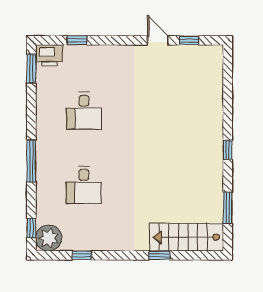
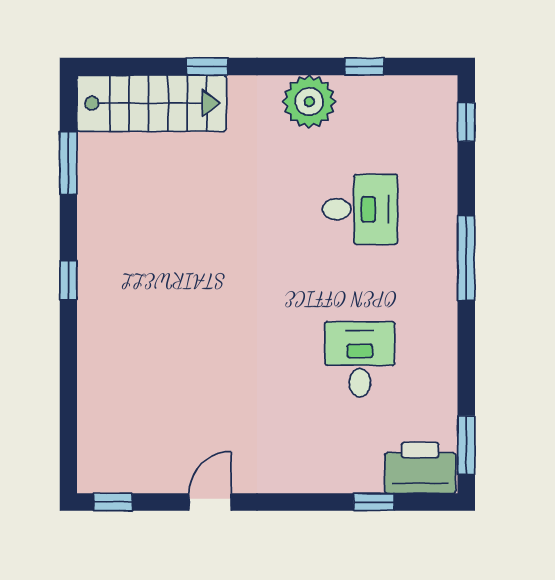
door: (158, 40) -> (210, 502), swing flipped
window: (189, 40) -> (113, 502), moved
printer: (49, 55) -> (420, 468), width x1.37, depth x1.19
desk: (84, 185) -> (360, 209), turned 90
plant: (49, 238) -> (309, 102), moved

